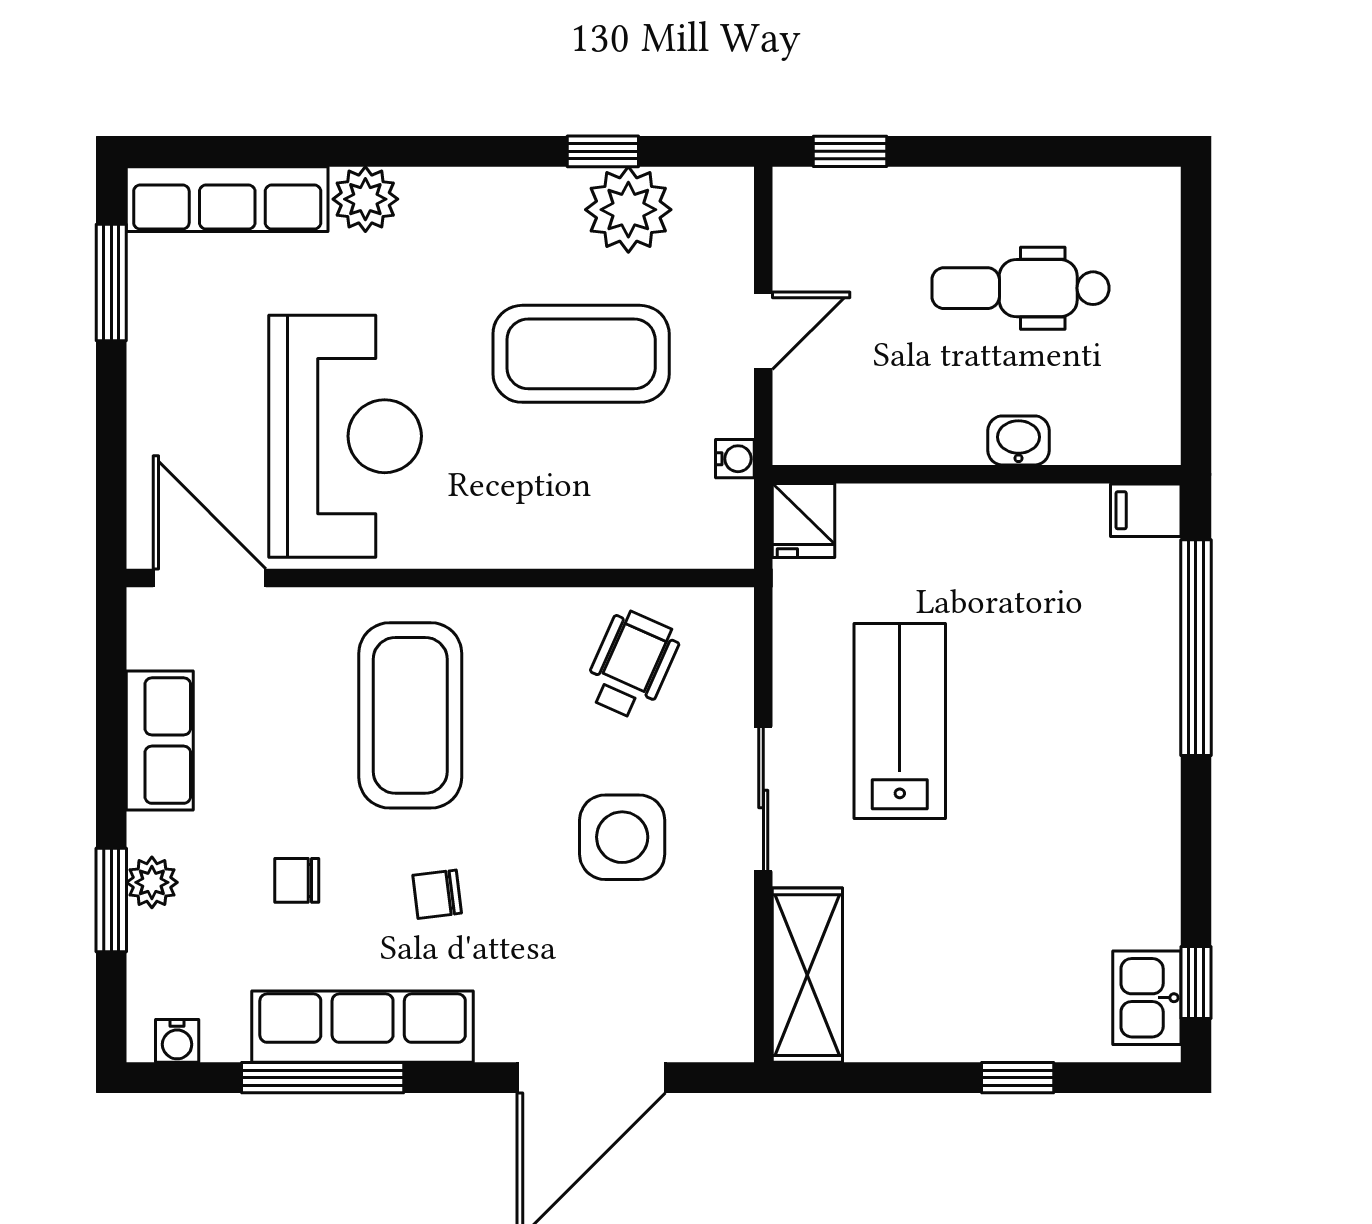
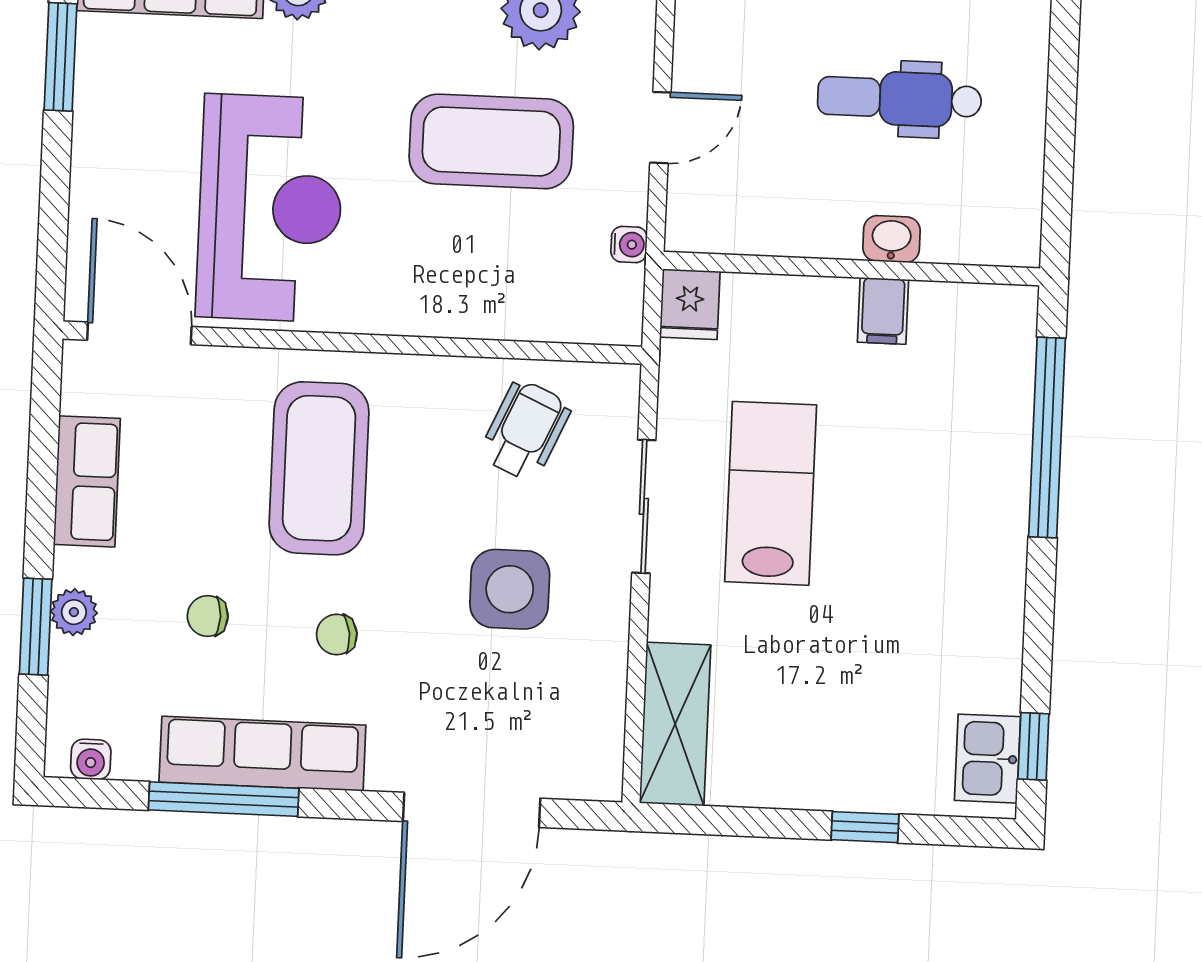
filing cabinet: (1146, 510) -> (883, 311), moved, turned -90
sliding door: (763, 799) -> (644, 506), moved

